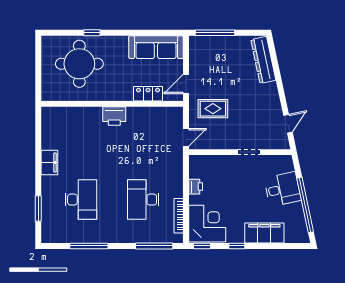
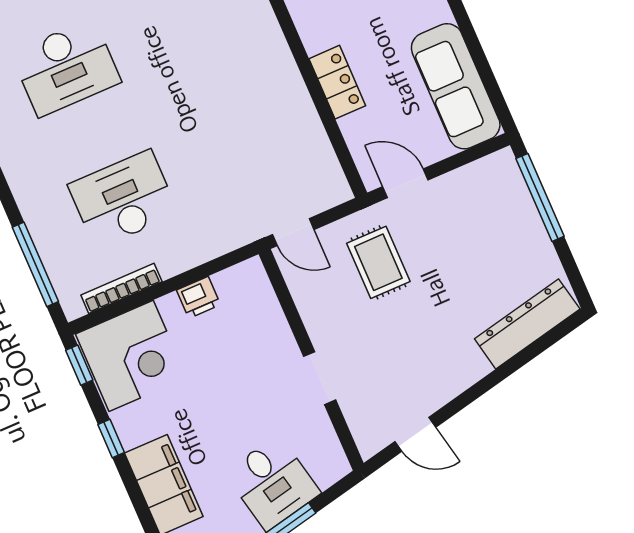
locker: (148, 94) -> (337, 82), moved
printer: (114, 116) -> (272, 62), removed

